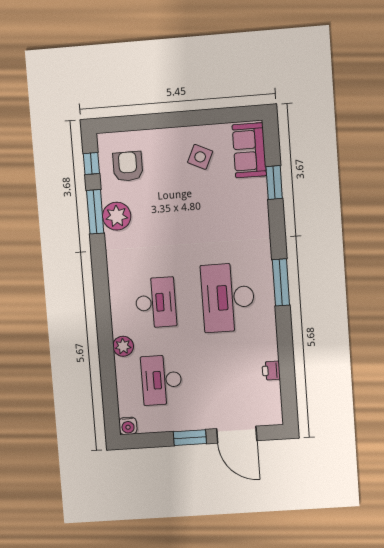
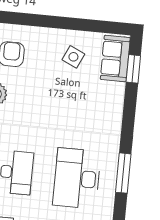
window: (274, 183) -> (133, 69), moved

